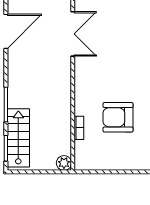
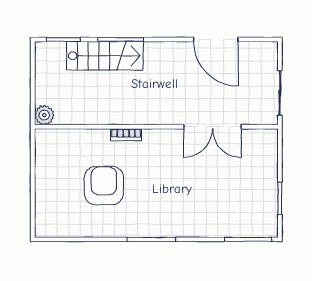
bookcase: (79, 128) -> (126, 135), moved
stairs: (18, 138) -> (105, 56), moved

